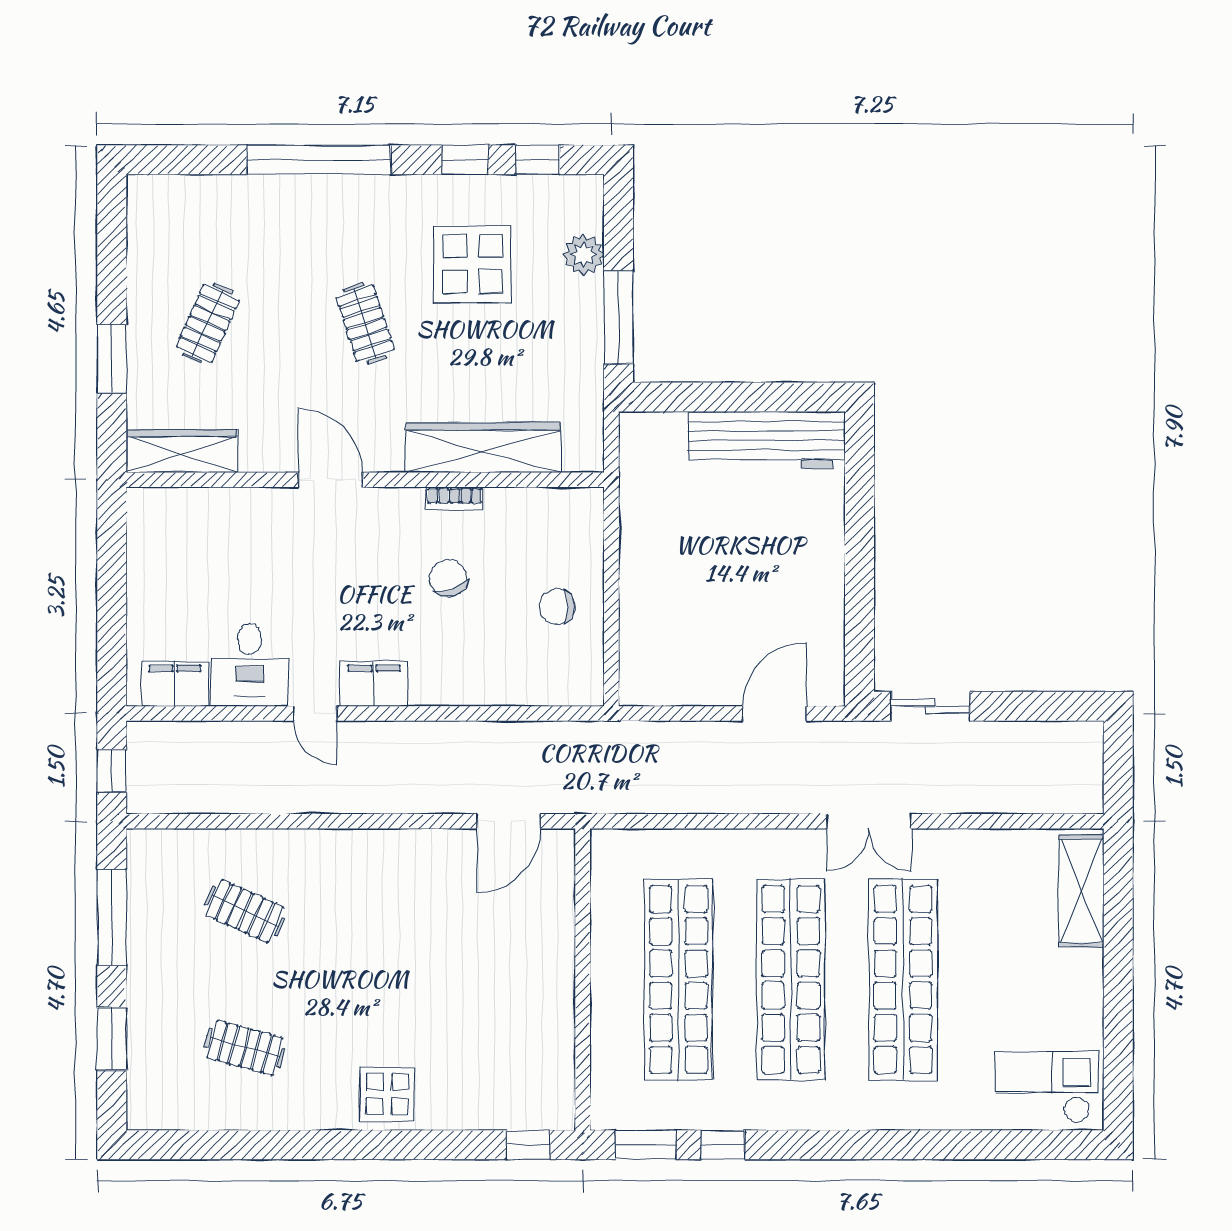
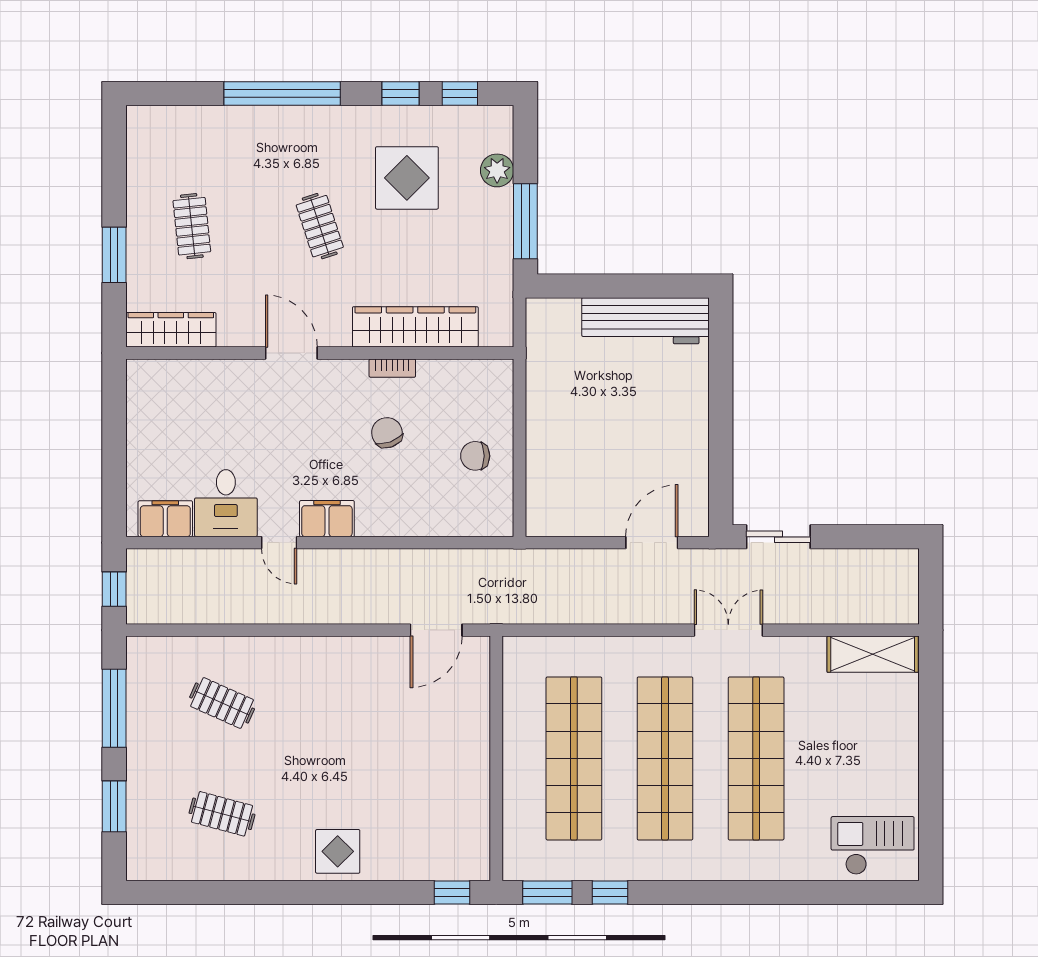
clothes rail: (208, 323) -> (192, 226), turned -30
double door: (869, 821) -> (728, 630), swing flipped
shelving: (1081, 891) -> (873, 654), moved, turned 90

